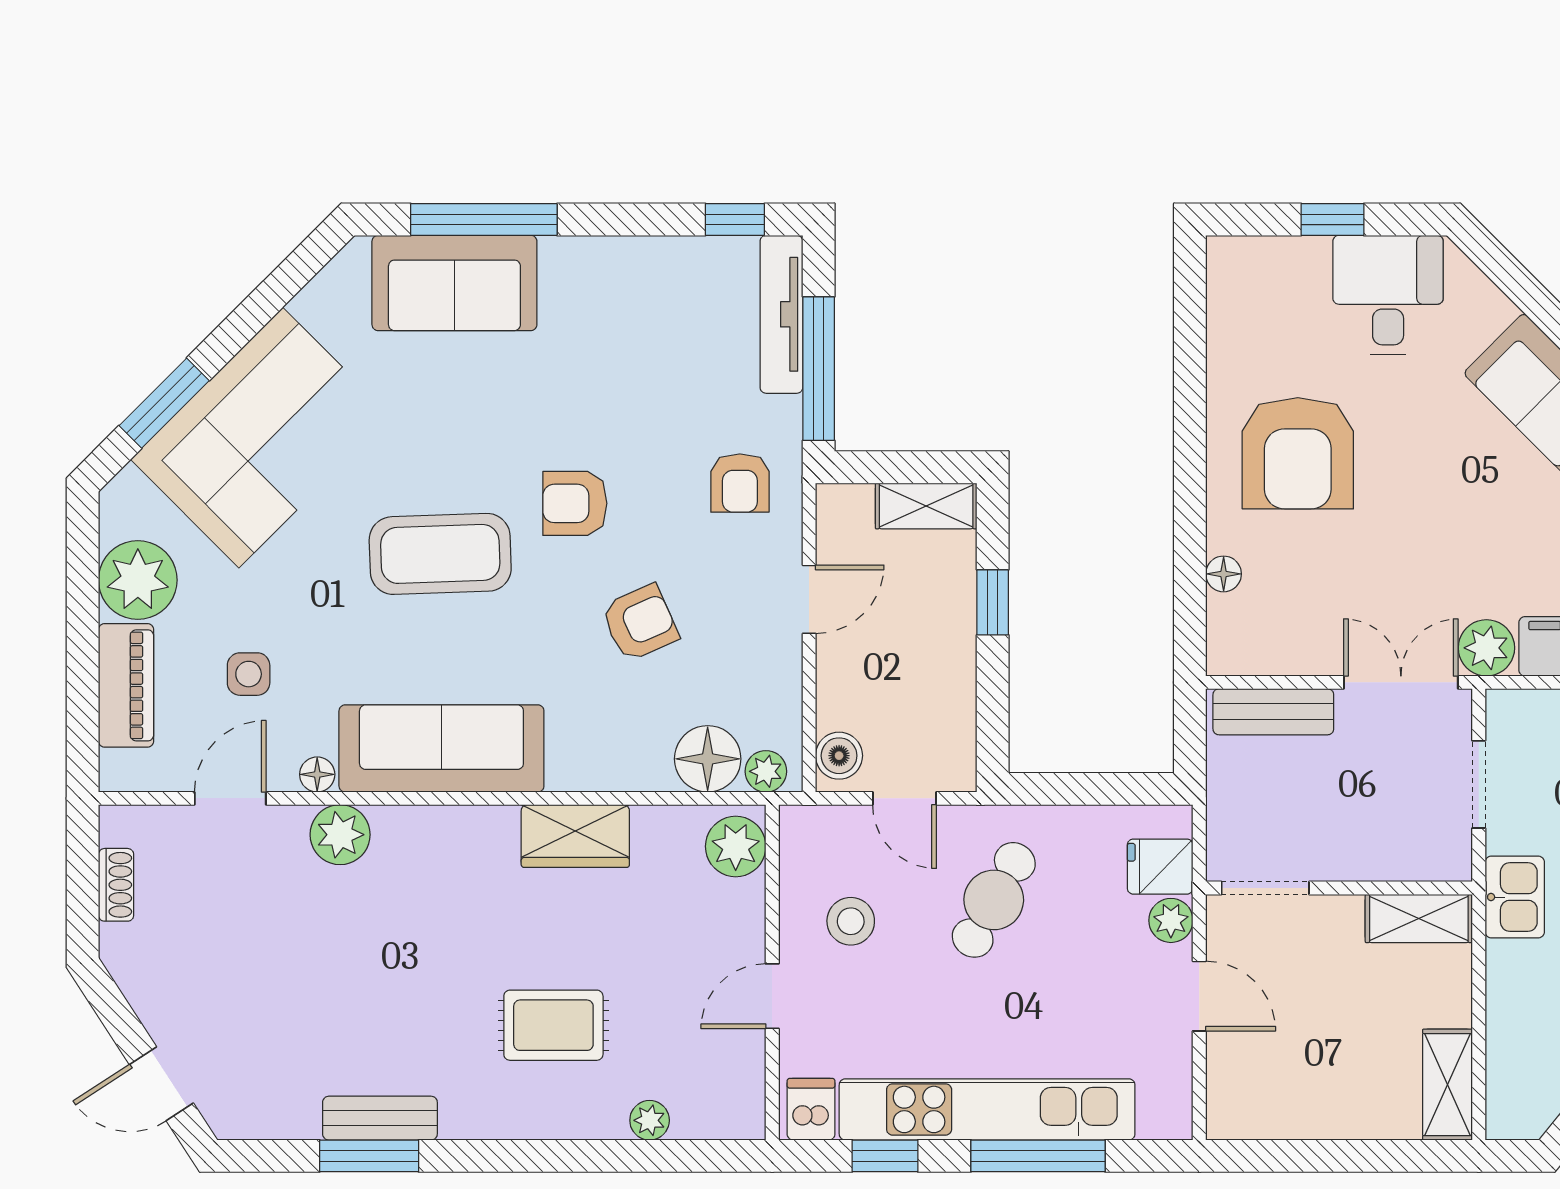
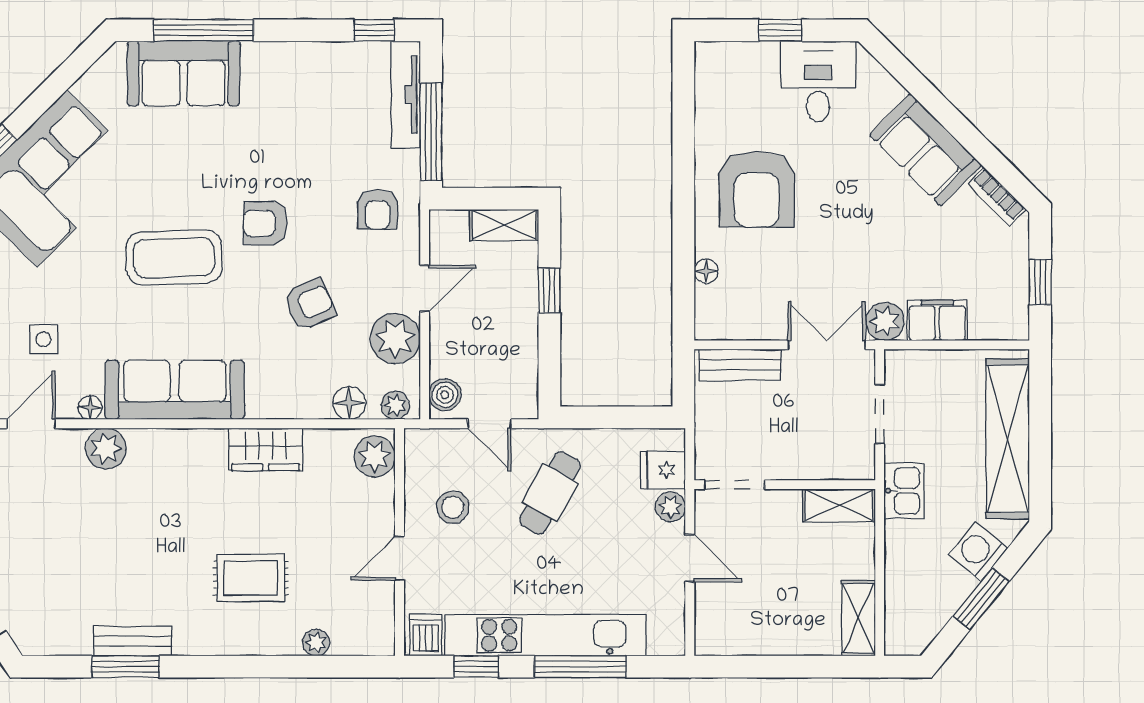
plant: (766, 673) -> (395, 339), added
floor lamp: (708, 759) -> (349, 403), width x0.73, depth x0.73

